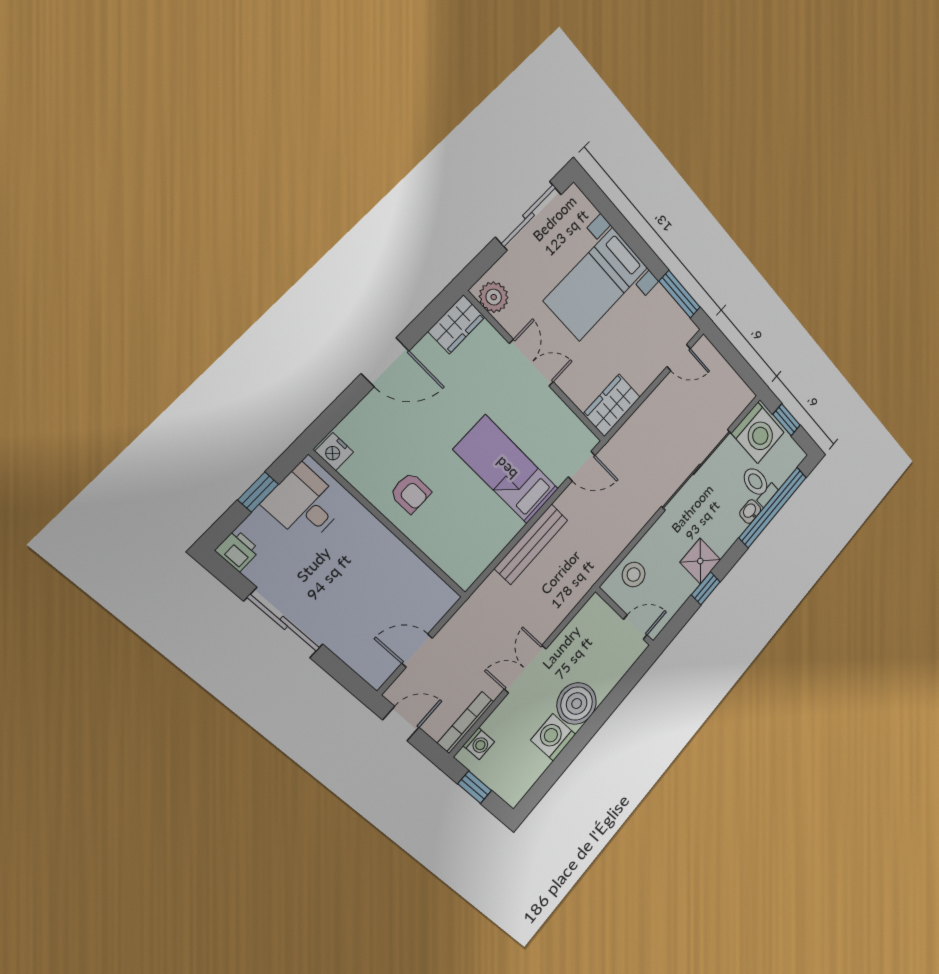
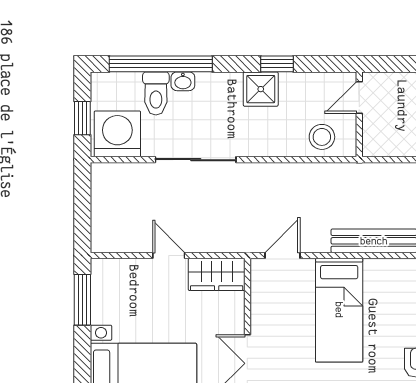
door: (679, 358) -> (169, 255), moved
door: (582, 466) -> (282, 255), hinge flipped
sliding door: (697, 469) -> (196, 160), width x0.73
door: (635, 627) -> (359, 97), hinge flipped

